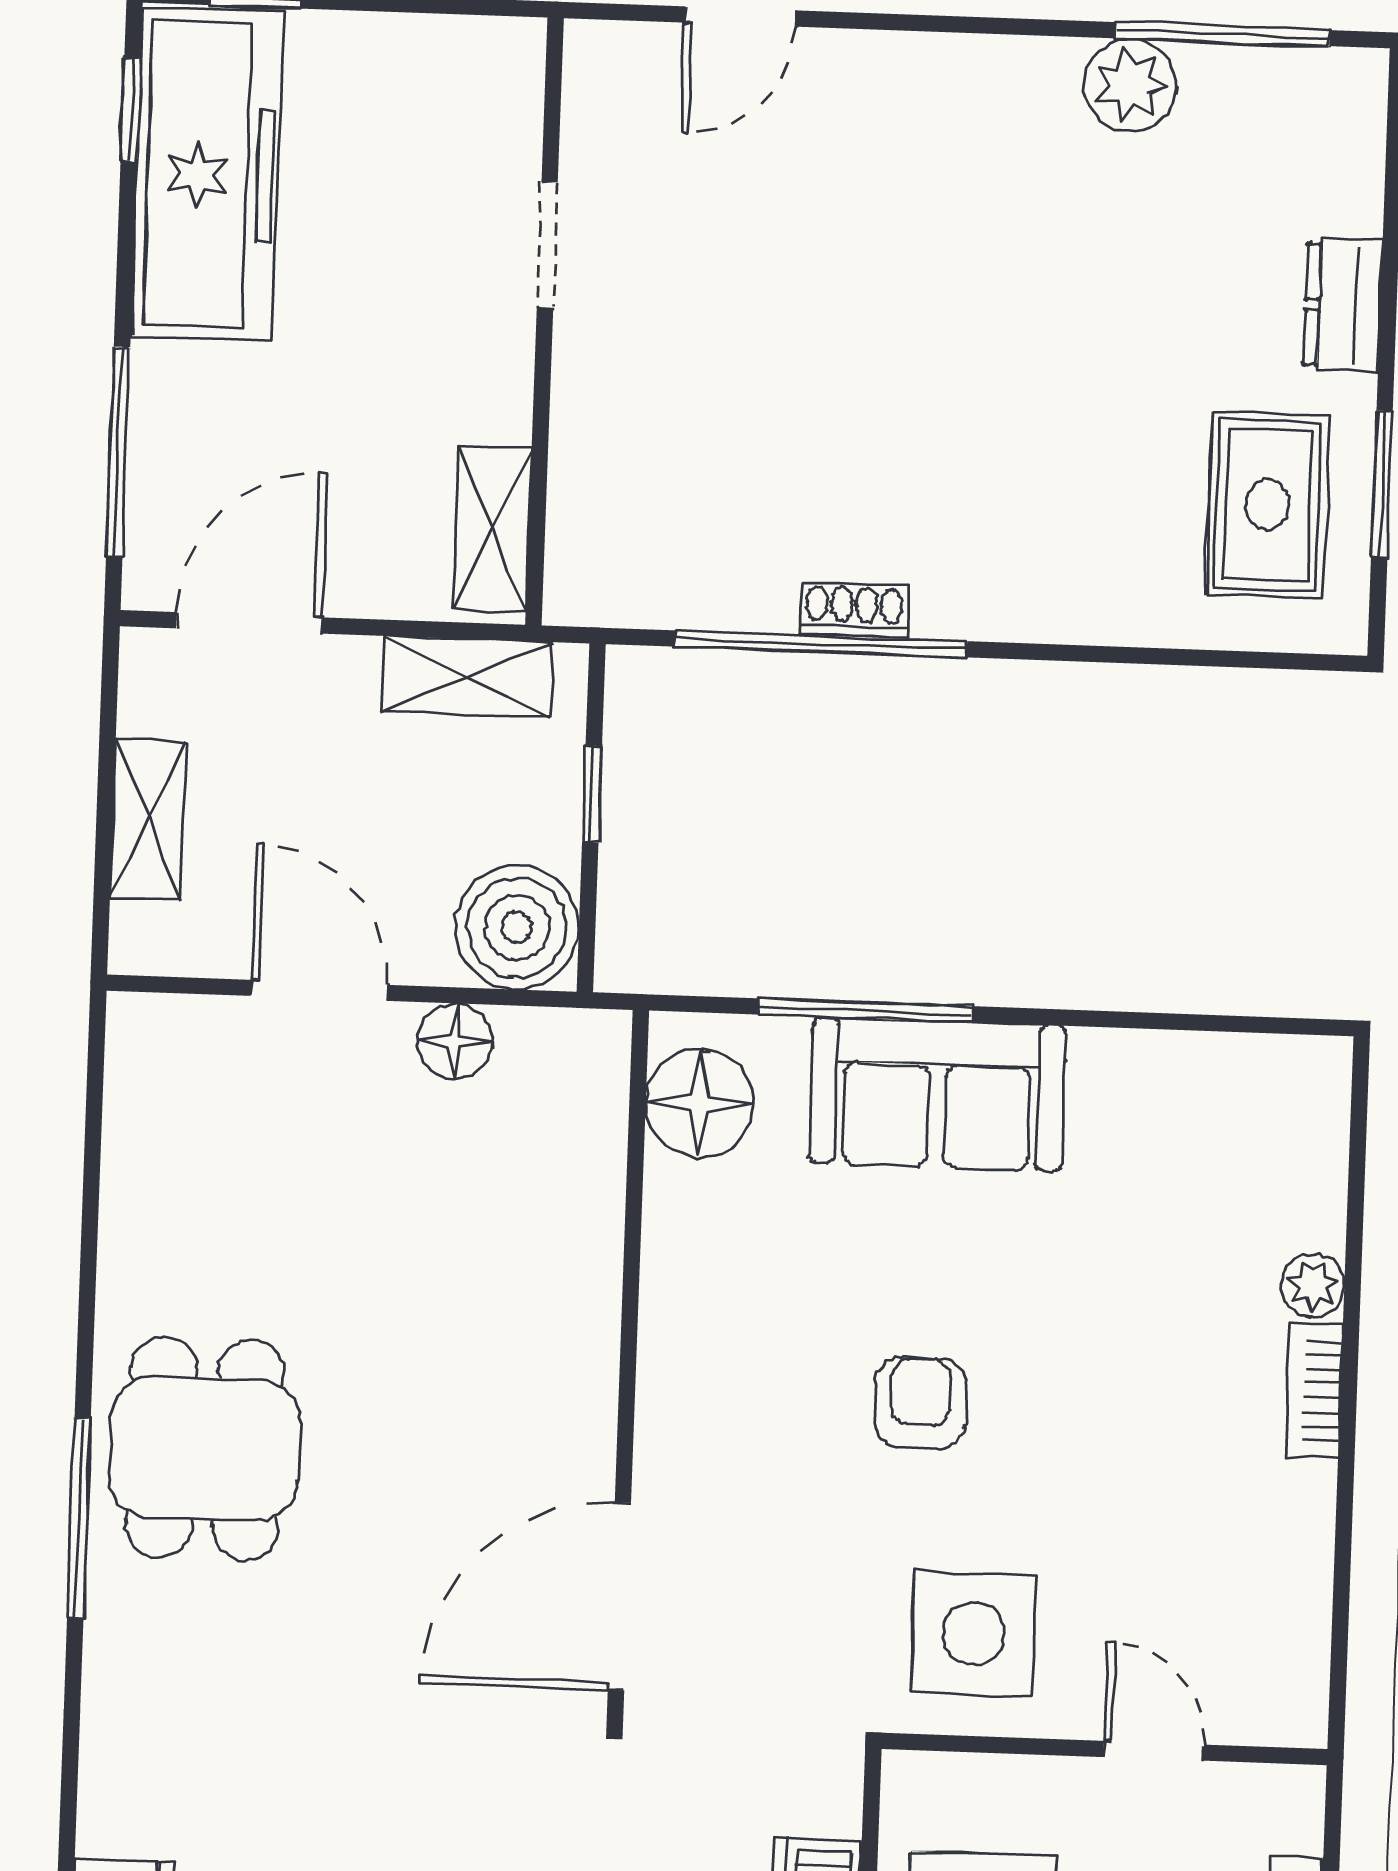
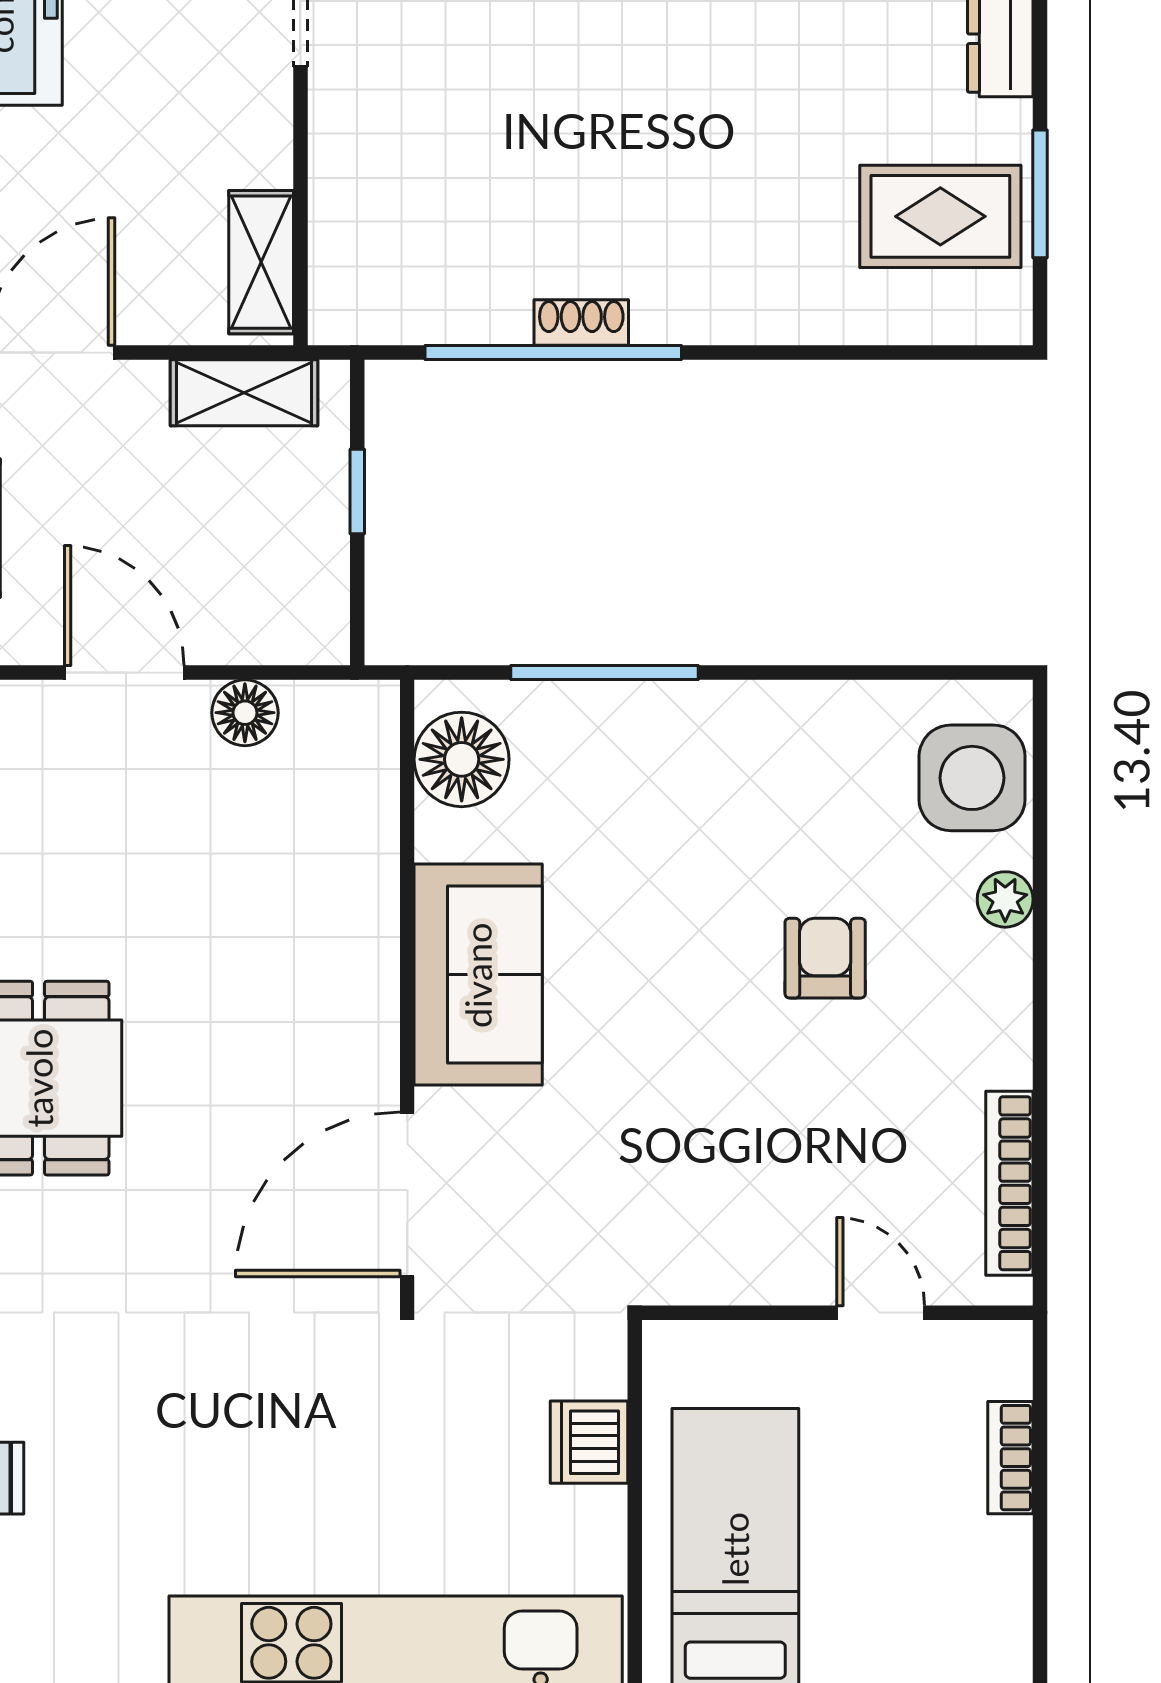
rug: (1267, 505) -> (940, 216), turned 90
boiler: (517, 927) -> (296, 611), removed
sofa: (937, 1094) -> (478, 975), moved, turned -90
bookcase: (1314, 1391) -> (1009, 1183), moved, width x1.56
armchair: (920, 1403) -> (825, 958), moved
side table: (974, 1633) -> (972, 778), moved

